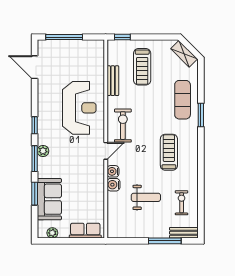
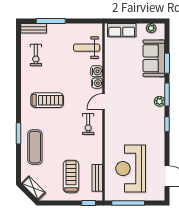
window: (64, 37) -> (128, 203), moved
bench: (113, 81) -> (97, 178), moved
reception desk: (79, 108) -> (131, 169), moved
exercise bike: (123, 126) -> (88, 124), width x0.73, depth x0.72
treadmill: (169, 152) -> (47, 100), turned -90
weight bench: (146, 197) -> (87, 48), moved

